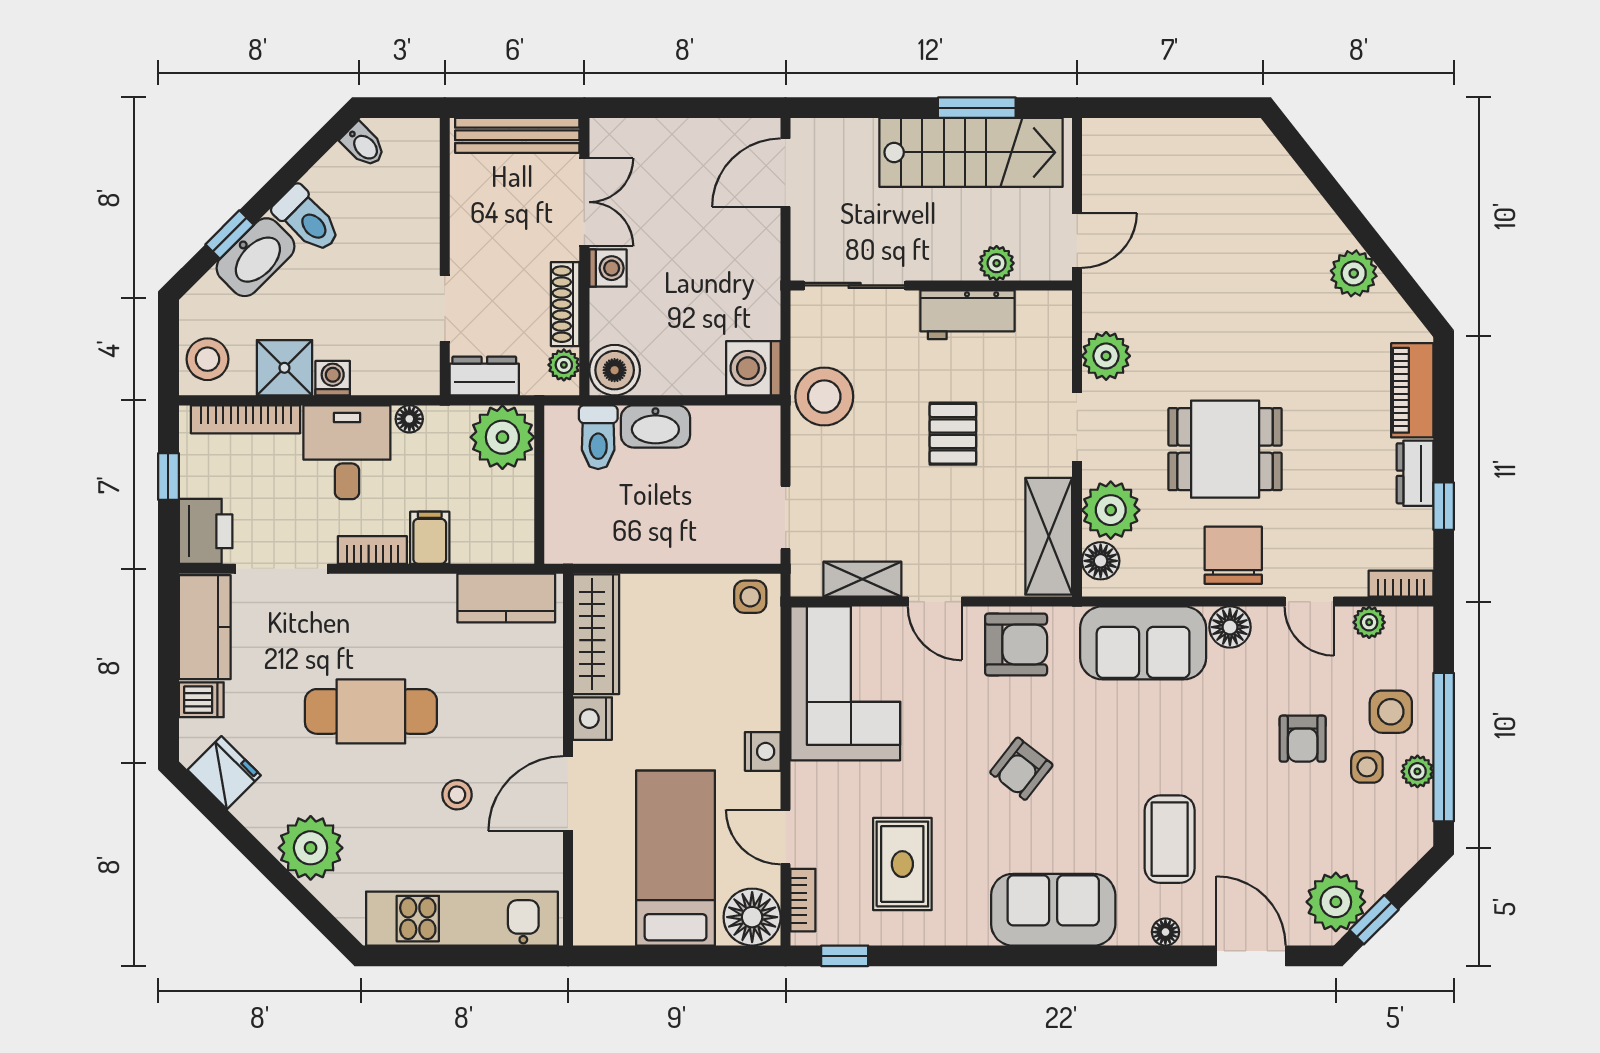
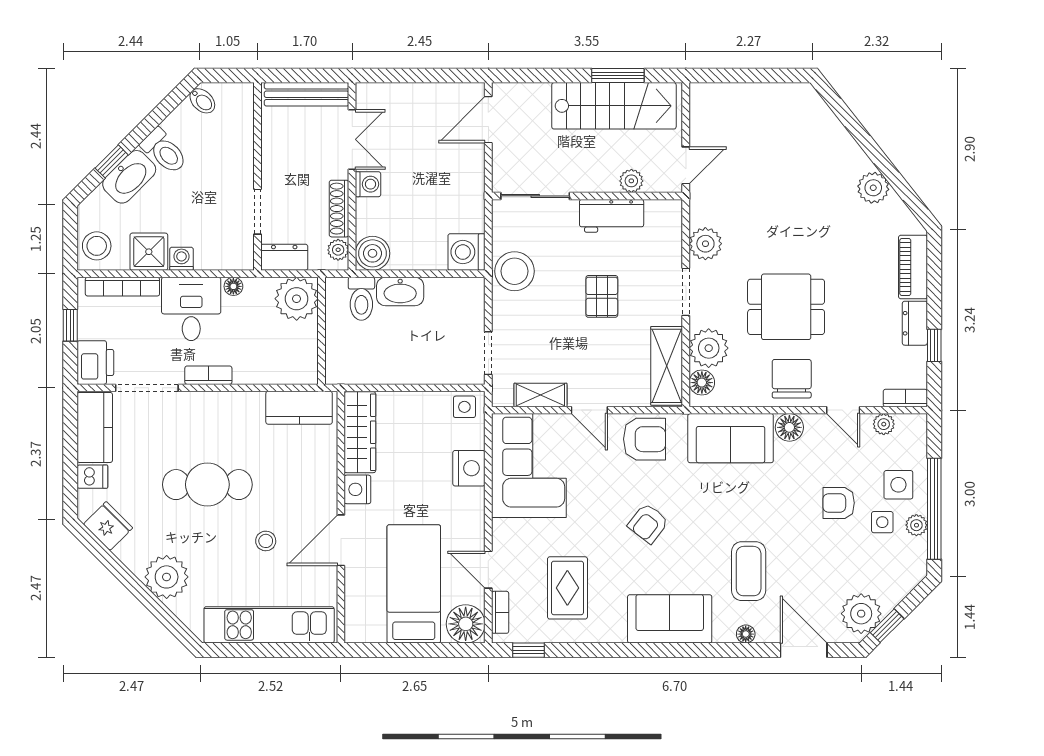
filing cabinet: (430, 538) -> (247, 367), removed
armchair: (1303, 739) -> (839, 503), turned 90
nightstand: (763, 751) -> (469, 468), moved, width x1.36, depth x1.33

